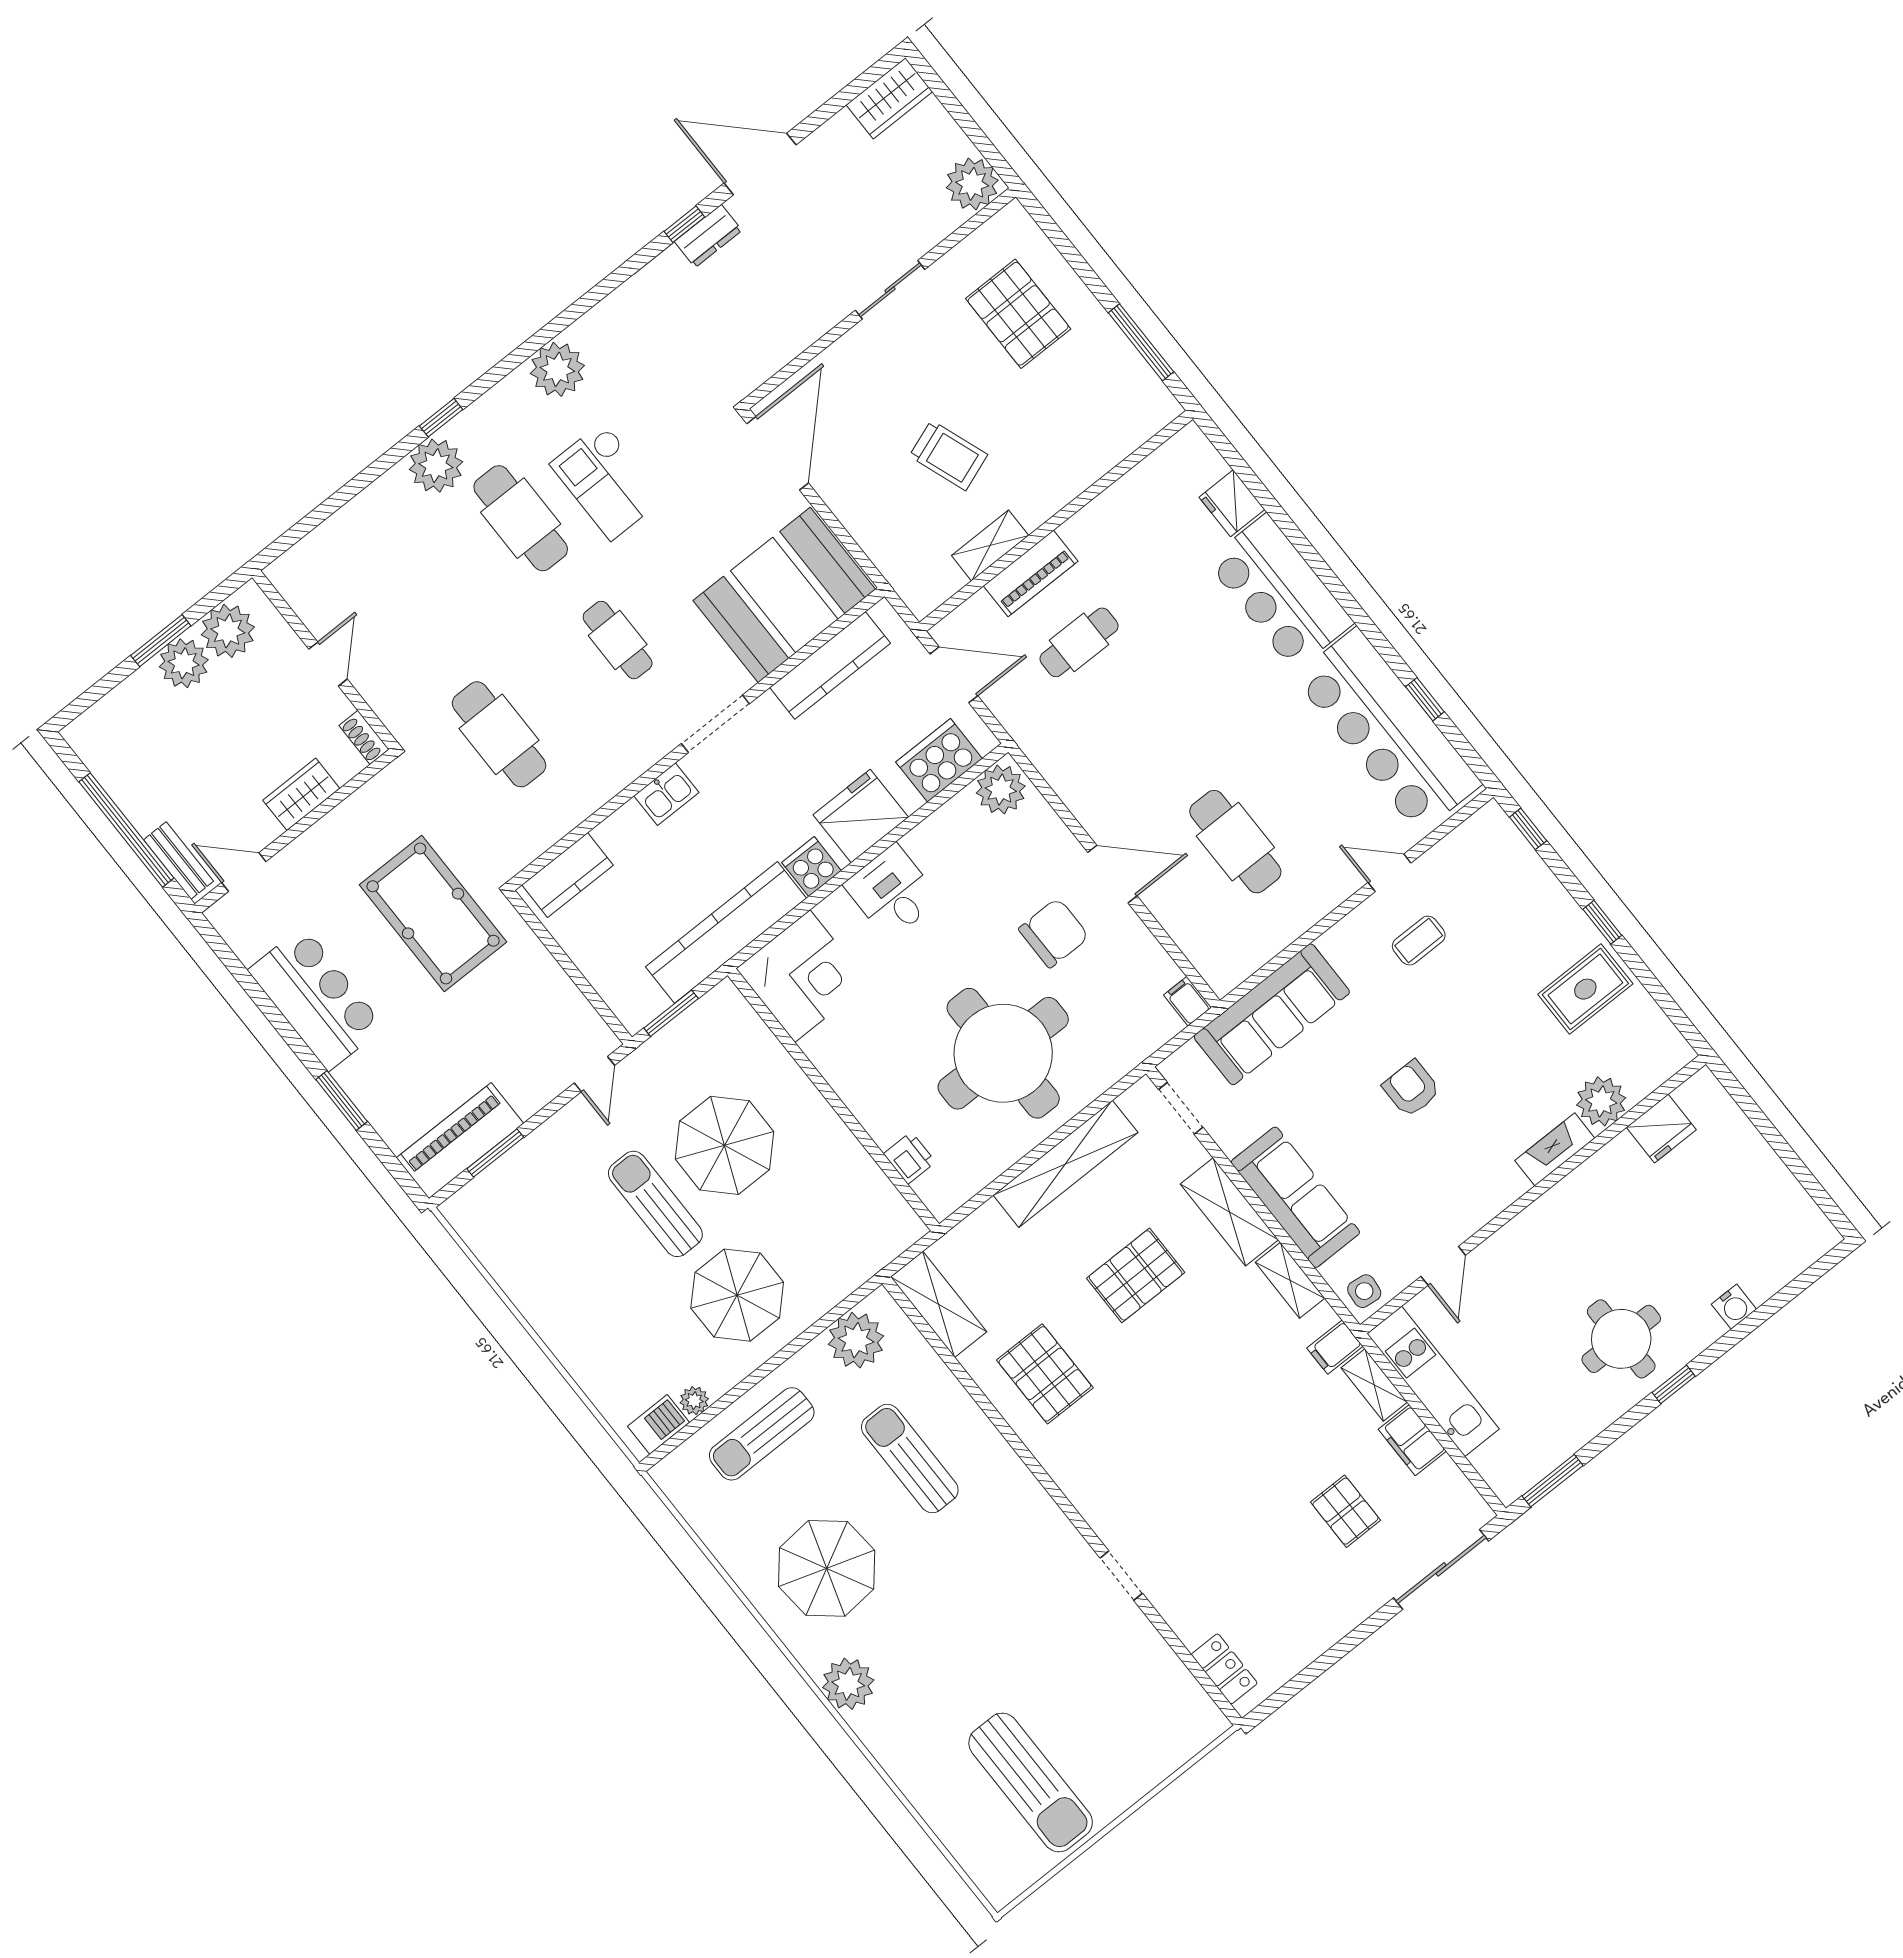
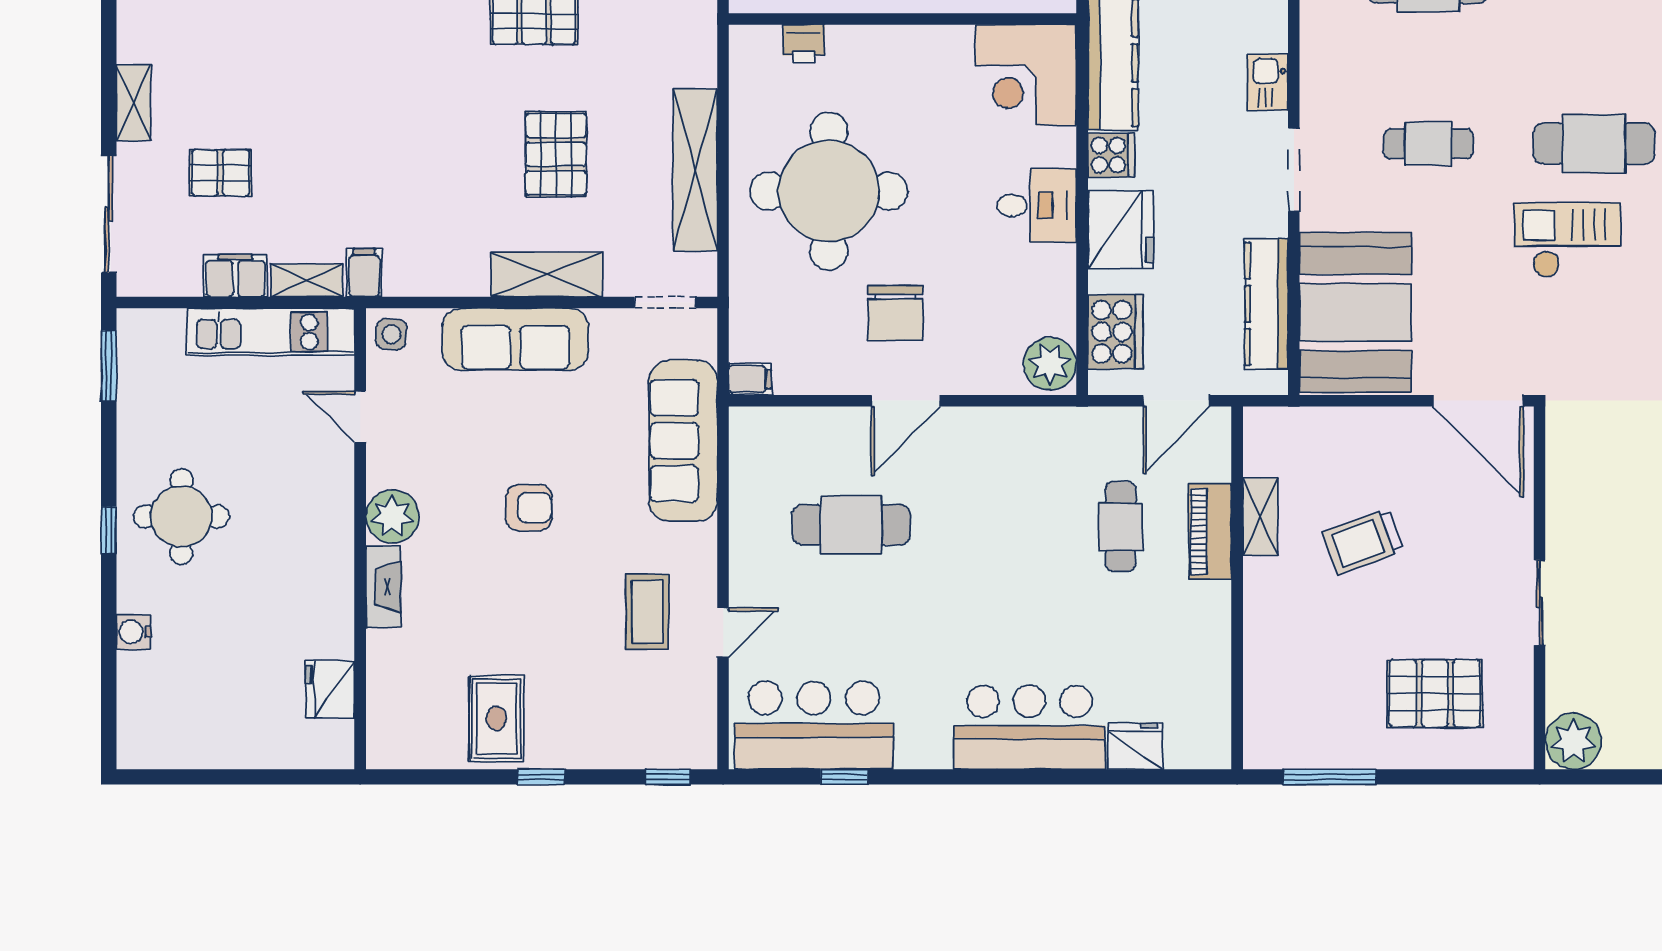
bar counter: (1388, 730) -> (814, 725), width x0.73
coffee table: (1419, 941) -> (647, 612), width x1.36, depth x1.30
plant: (1601, 1101) -> (392, 516), moved
shelving: (1290, 1280) -> (133, 103), moved, turned 90

